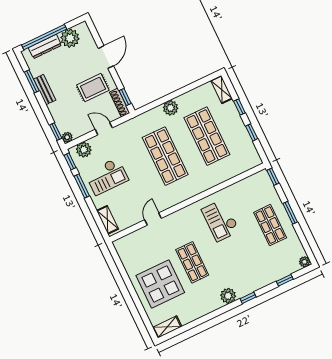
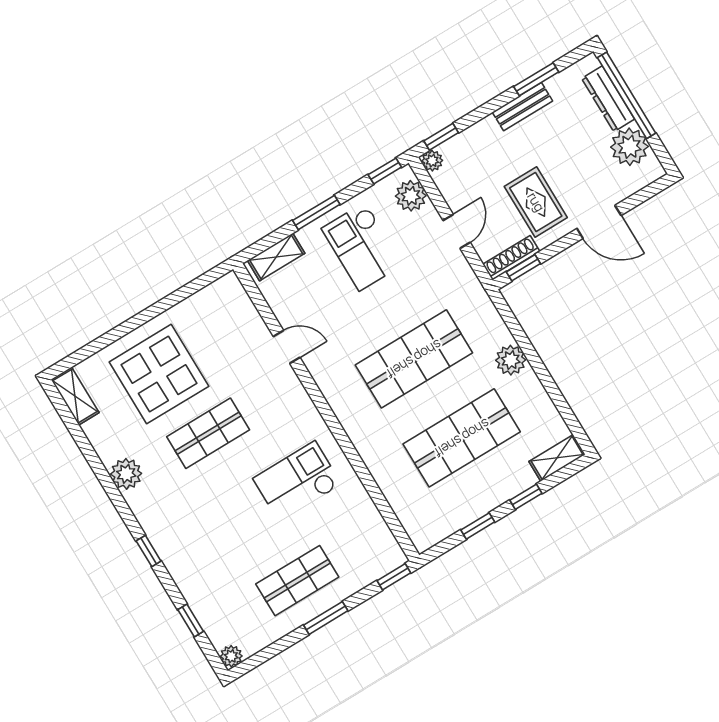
window: (82, 186) -> (316, 212), moved
plant: (228, 296) -> (126, 474), moved

